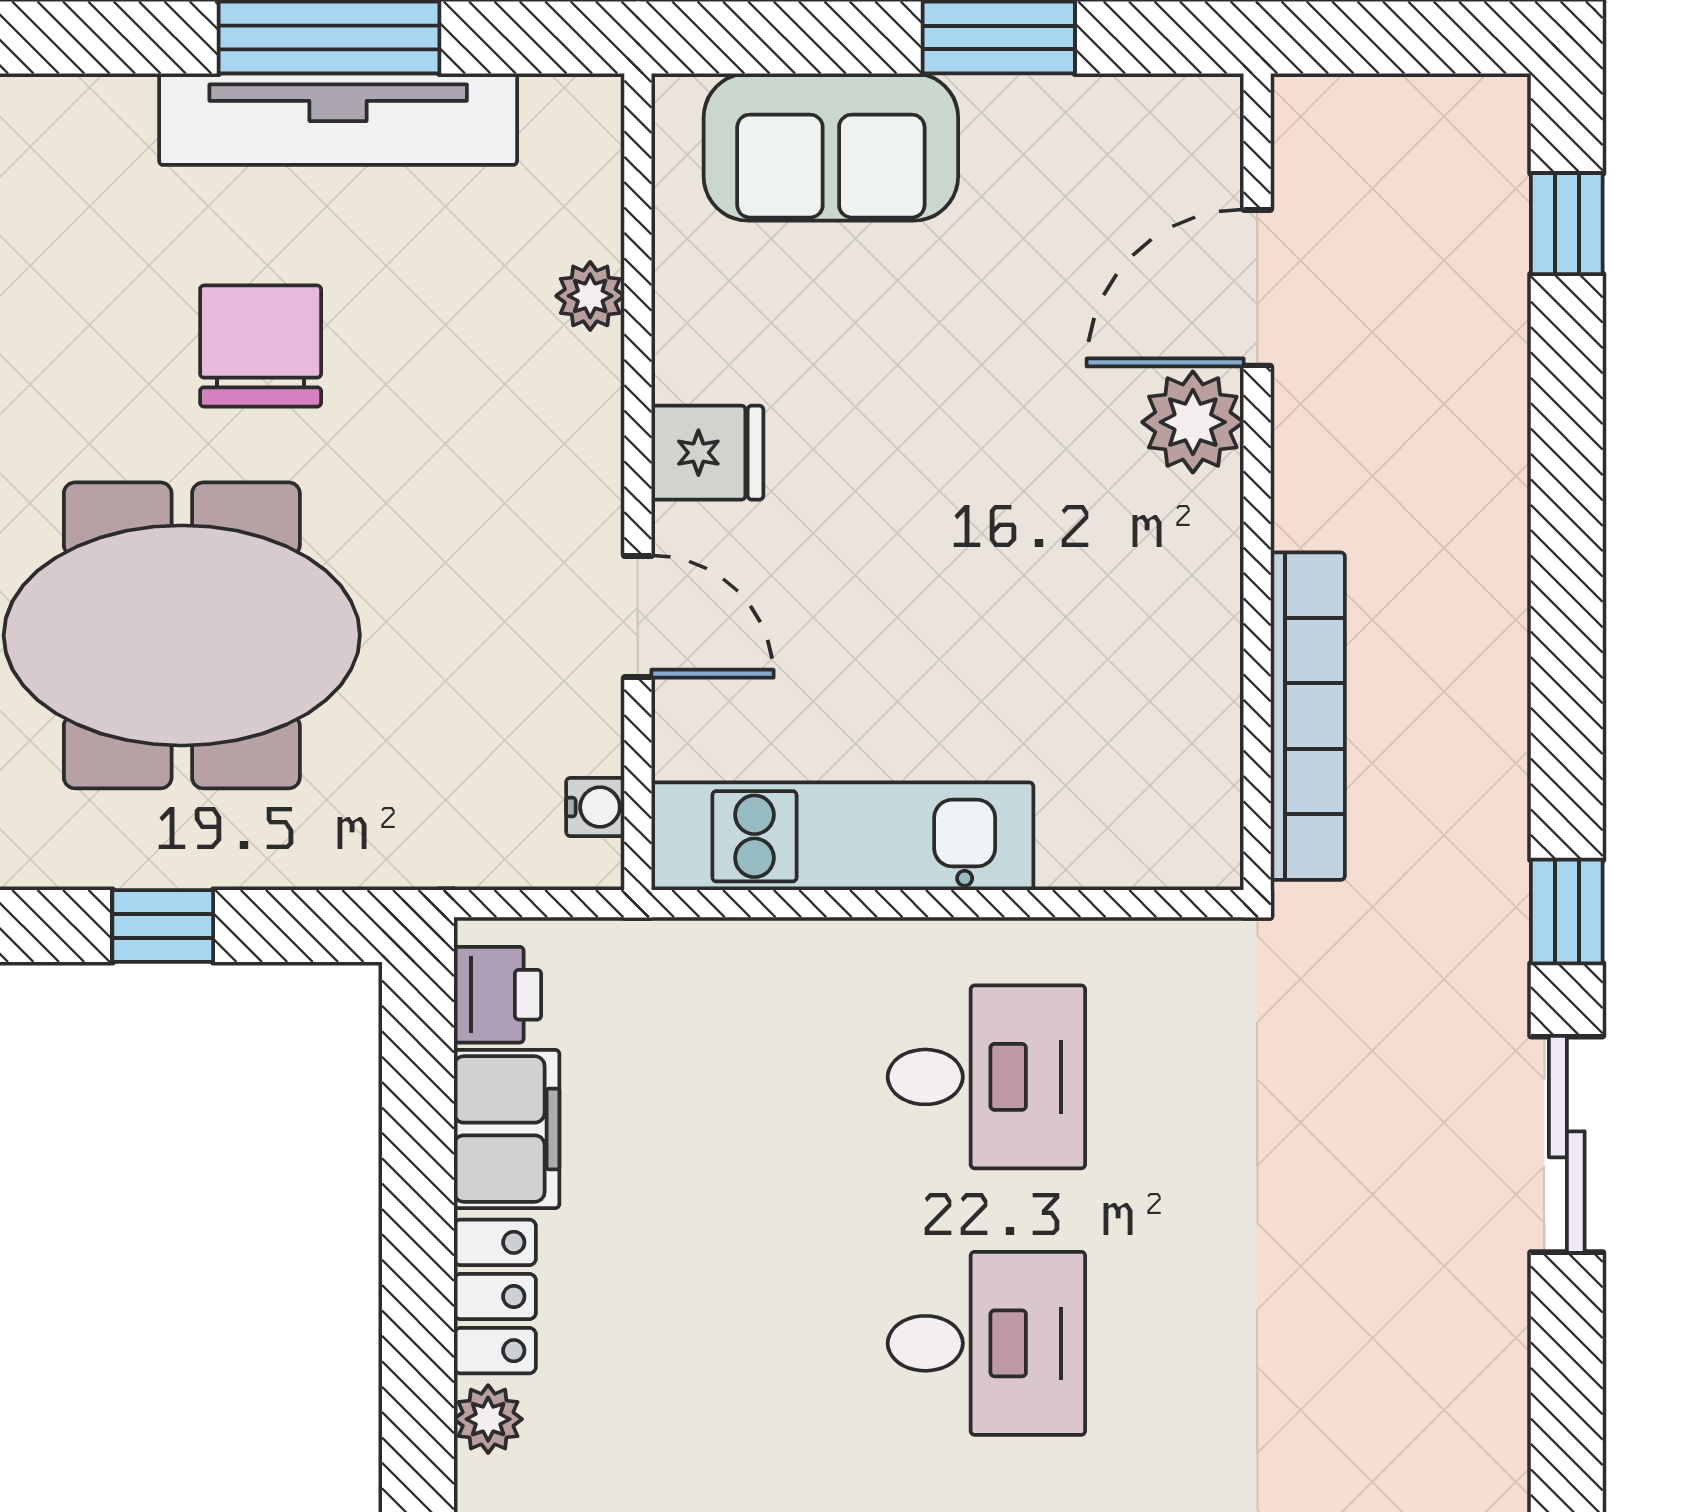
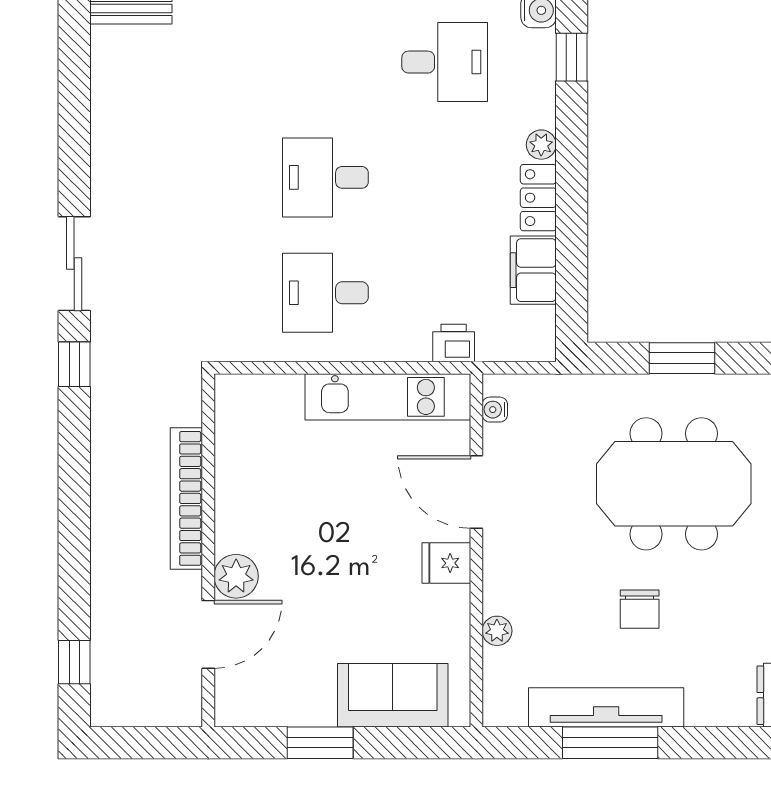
chair: (261, 346) -> (640, 609), width x0.73, depth x0.73
door: (638, 617) -> (476, 492), width x1.37
bookcase: (1308, 716) -> (186, 498), moved
window: (163, 926) -> (682, 358), width x1.50
printer: (497, 995) -> (454, 343), moved, turned 90

